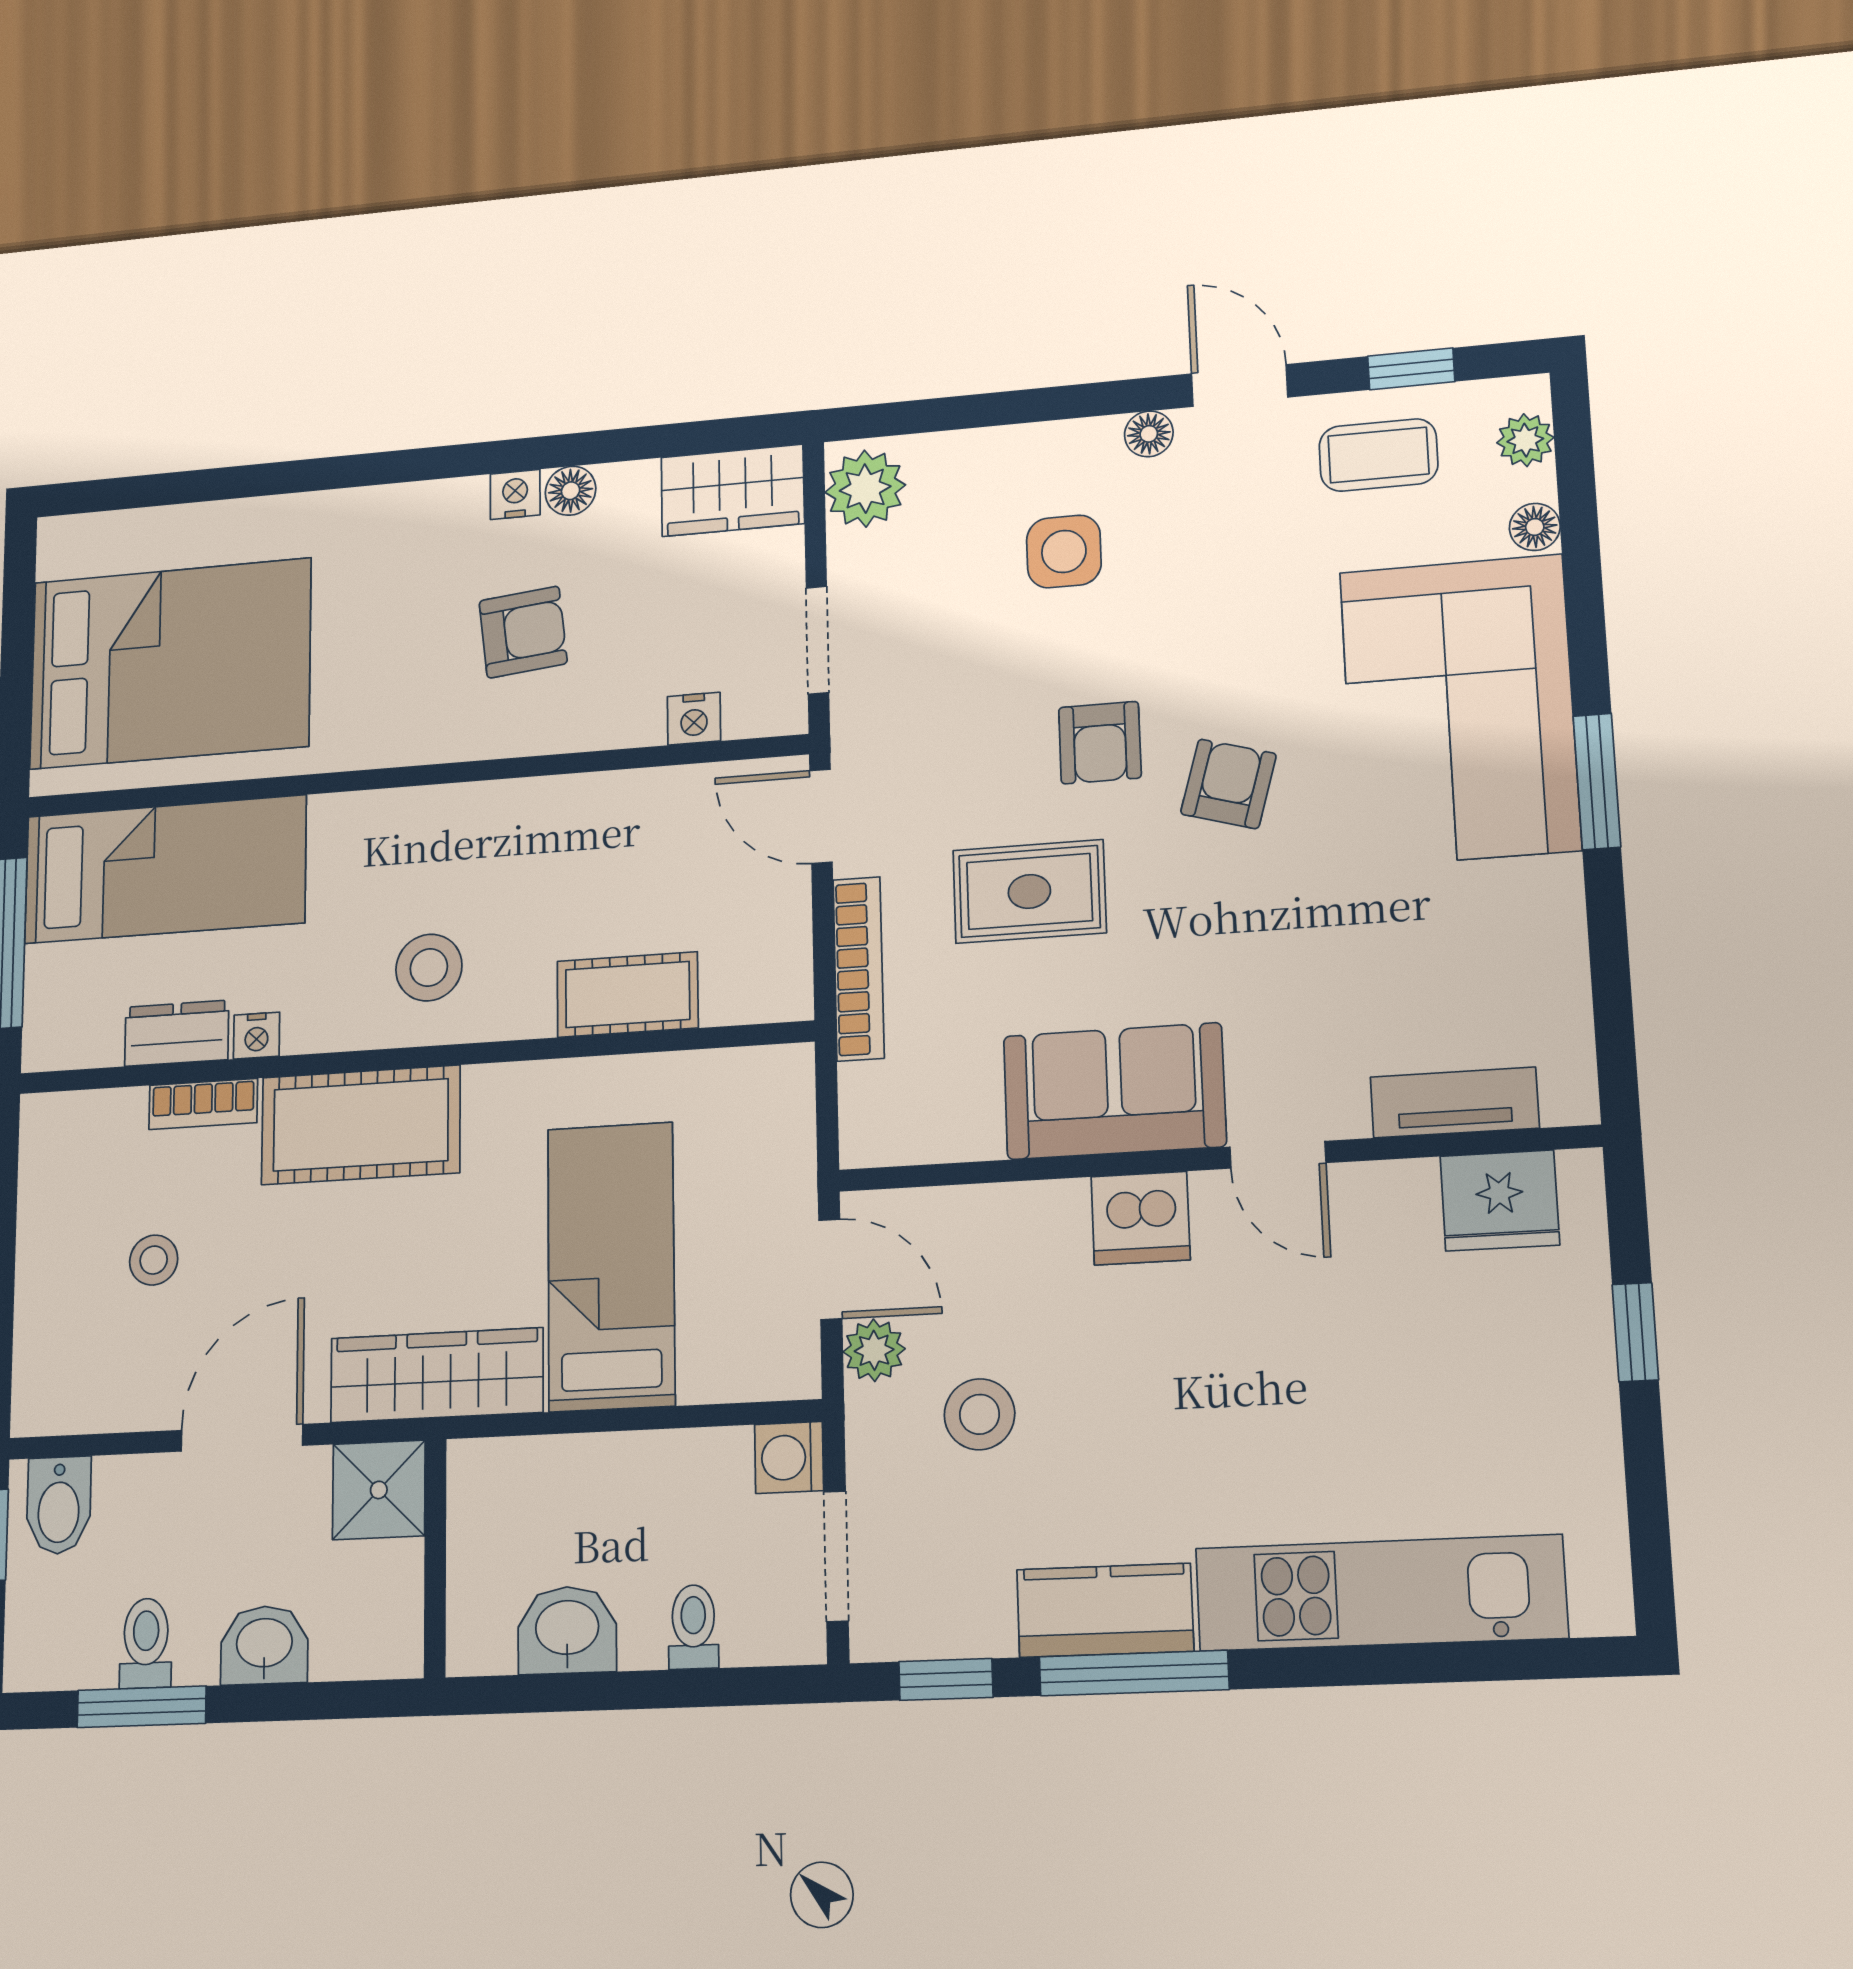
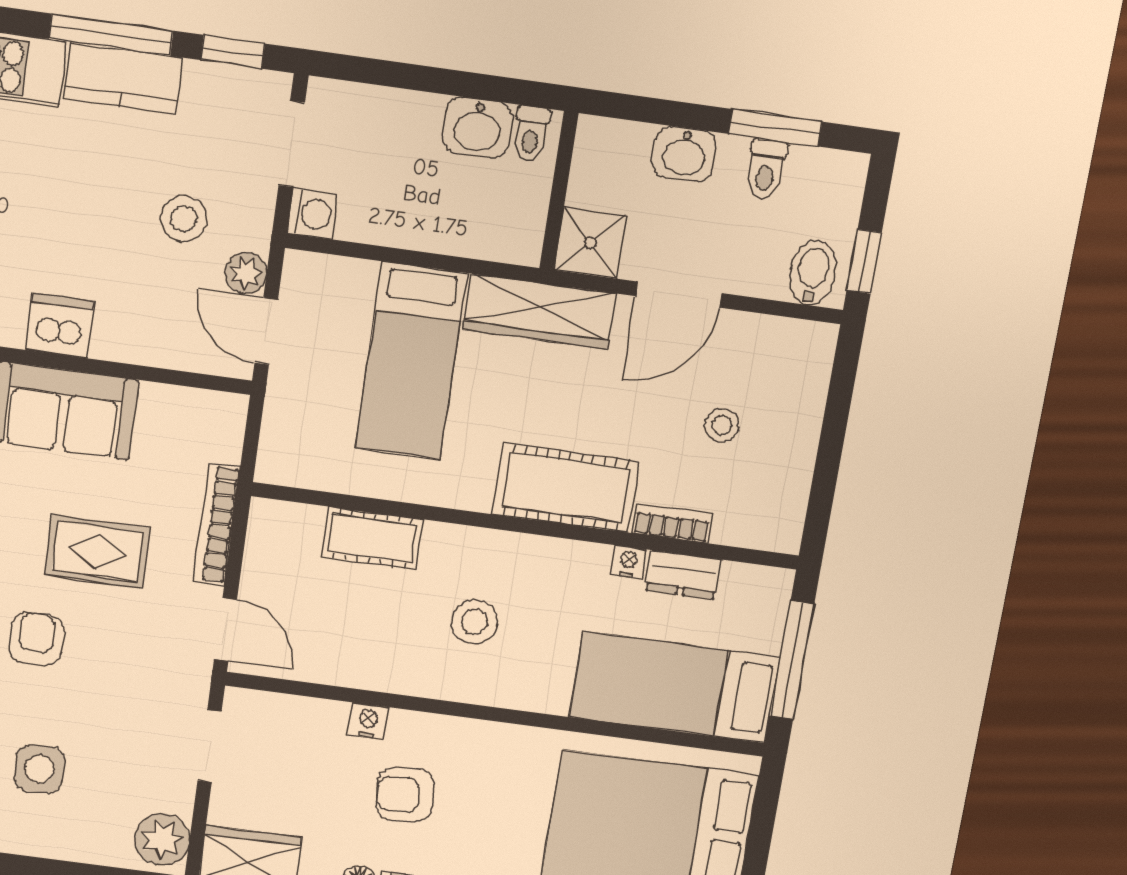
nightstand: (694, 719) -> (368, 721), moved
stool: (429, 968) -> (474, 622), moved
toilet: (693, 1627) -> (531, 134), moved

